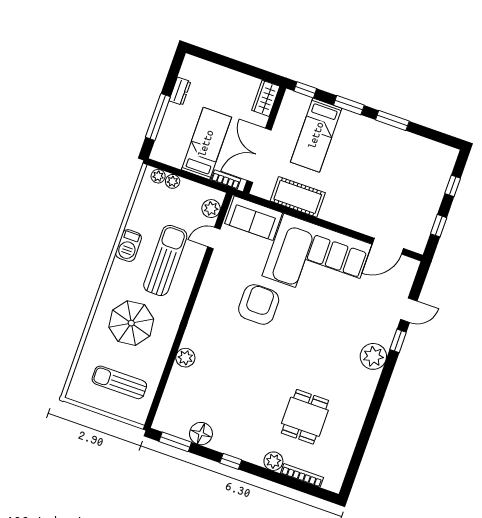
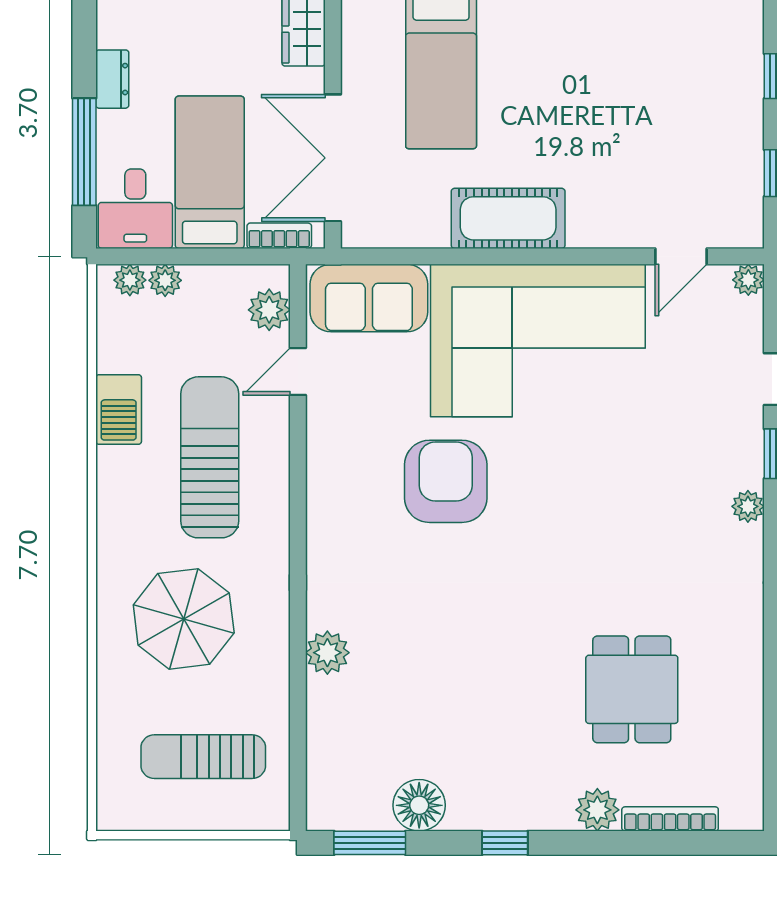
desk: (171, 148) -> (135, 209), added
cot: (298, 197) -> (508, 218), moved
barbecue: (129, 246) -> (119, 410), moved
door: (388, 246) -> (681, 256), width x0.73
plant: (412, 265) -> (748, 280), added
plant: (373, 356) -> (748, 506), width x0.53, depth x0.53

